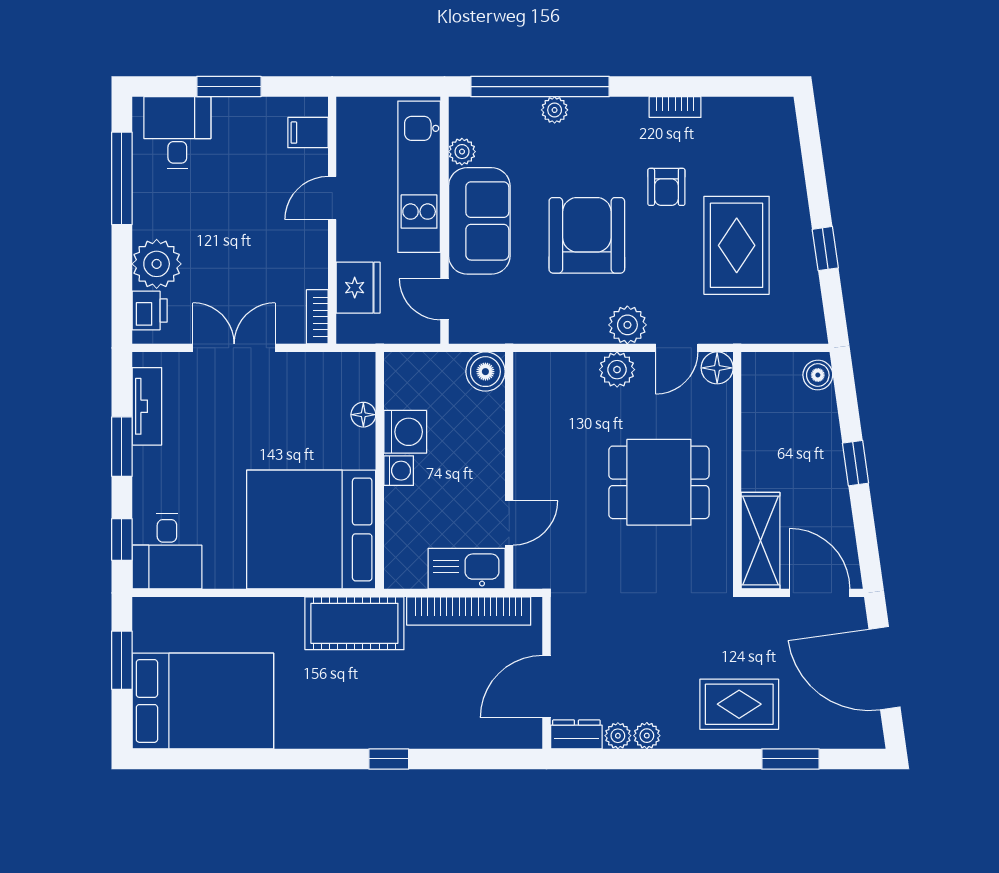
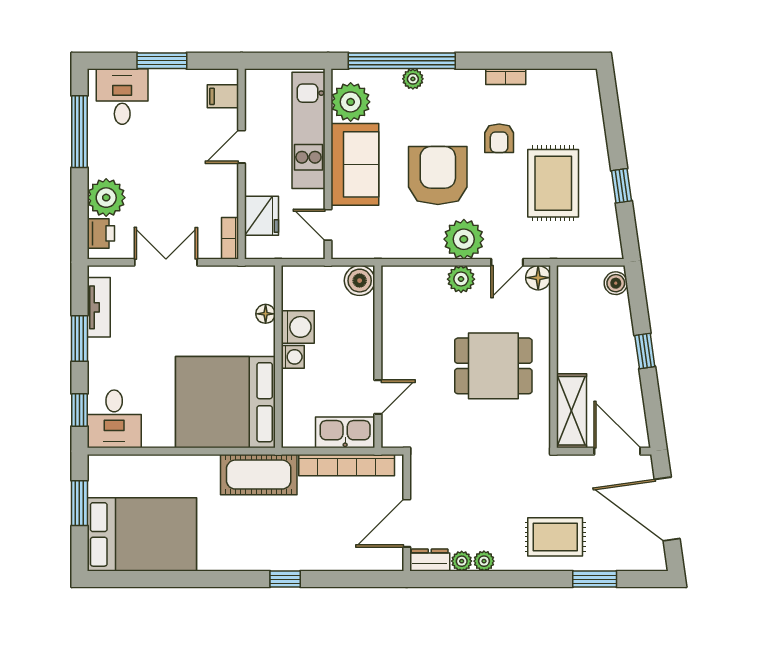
plant: (462, 152) -> (351, 102), width x1.88, depth x1.88
plant: (627, 325) -> (464, 239), width x1.36, depth x1.36

